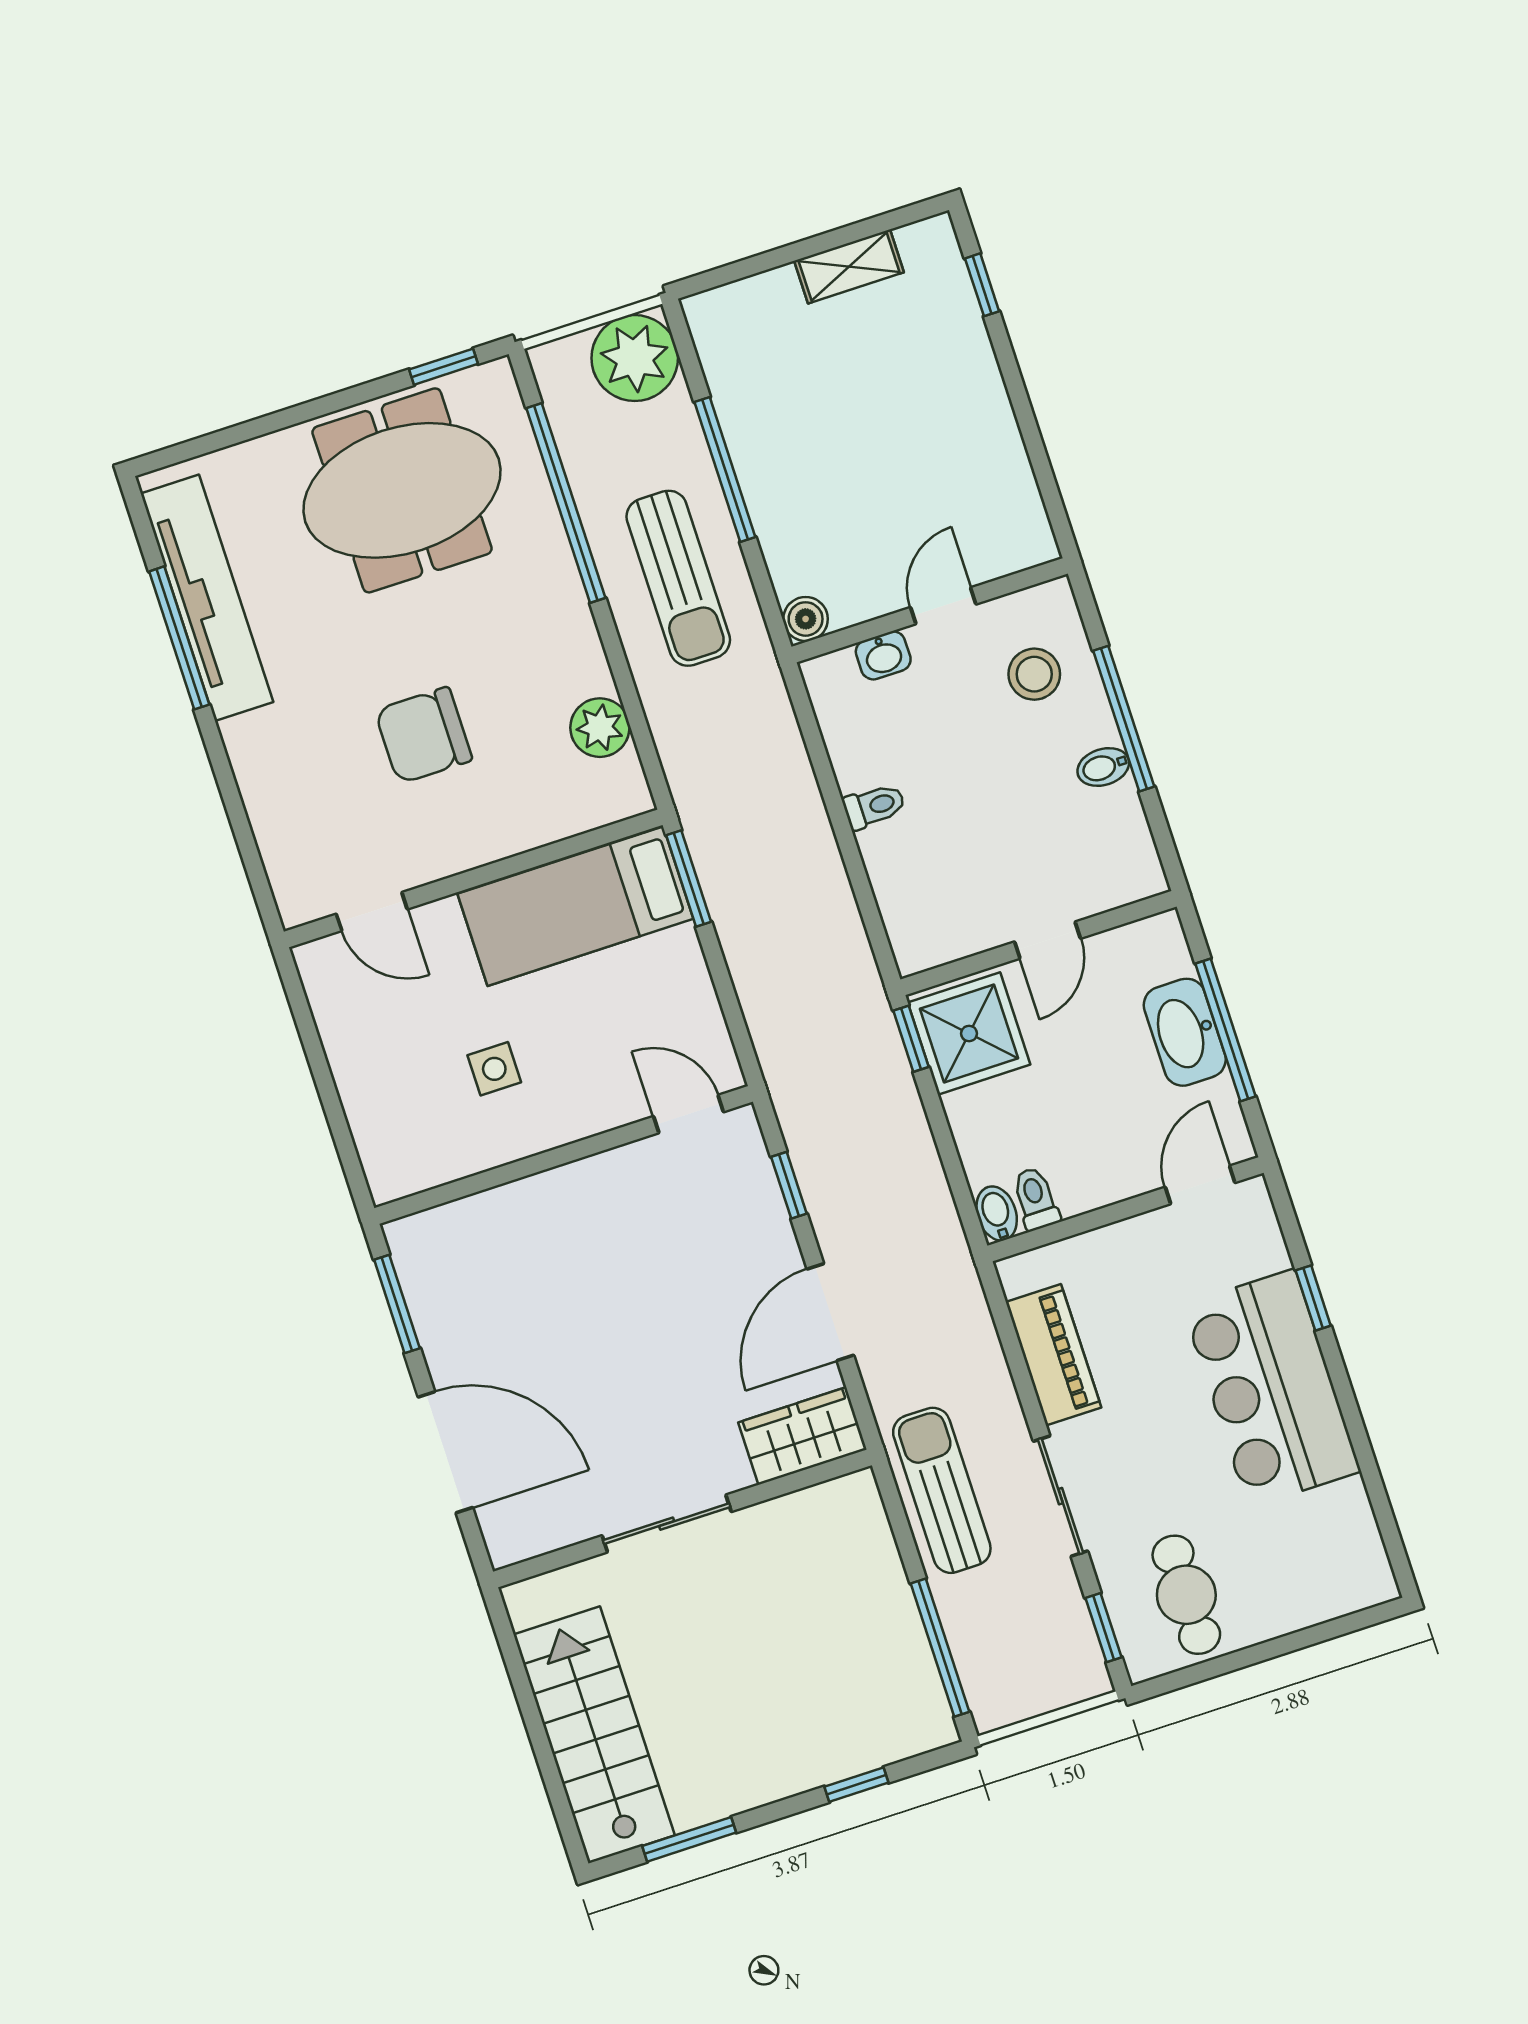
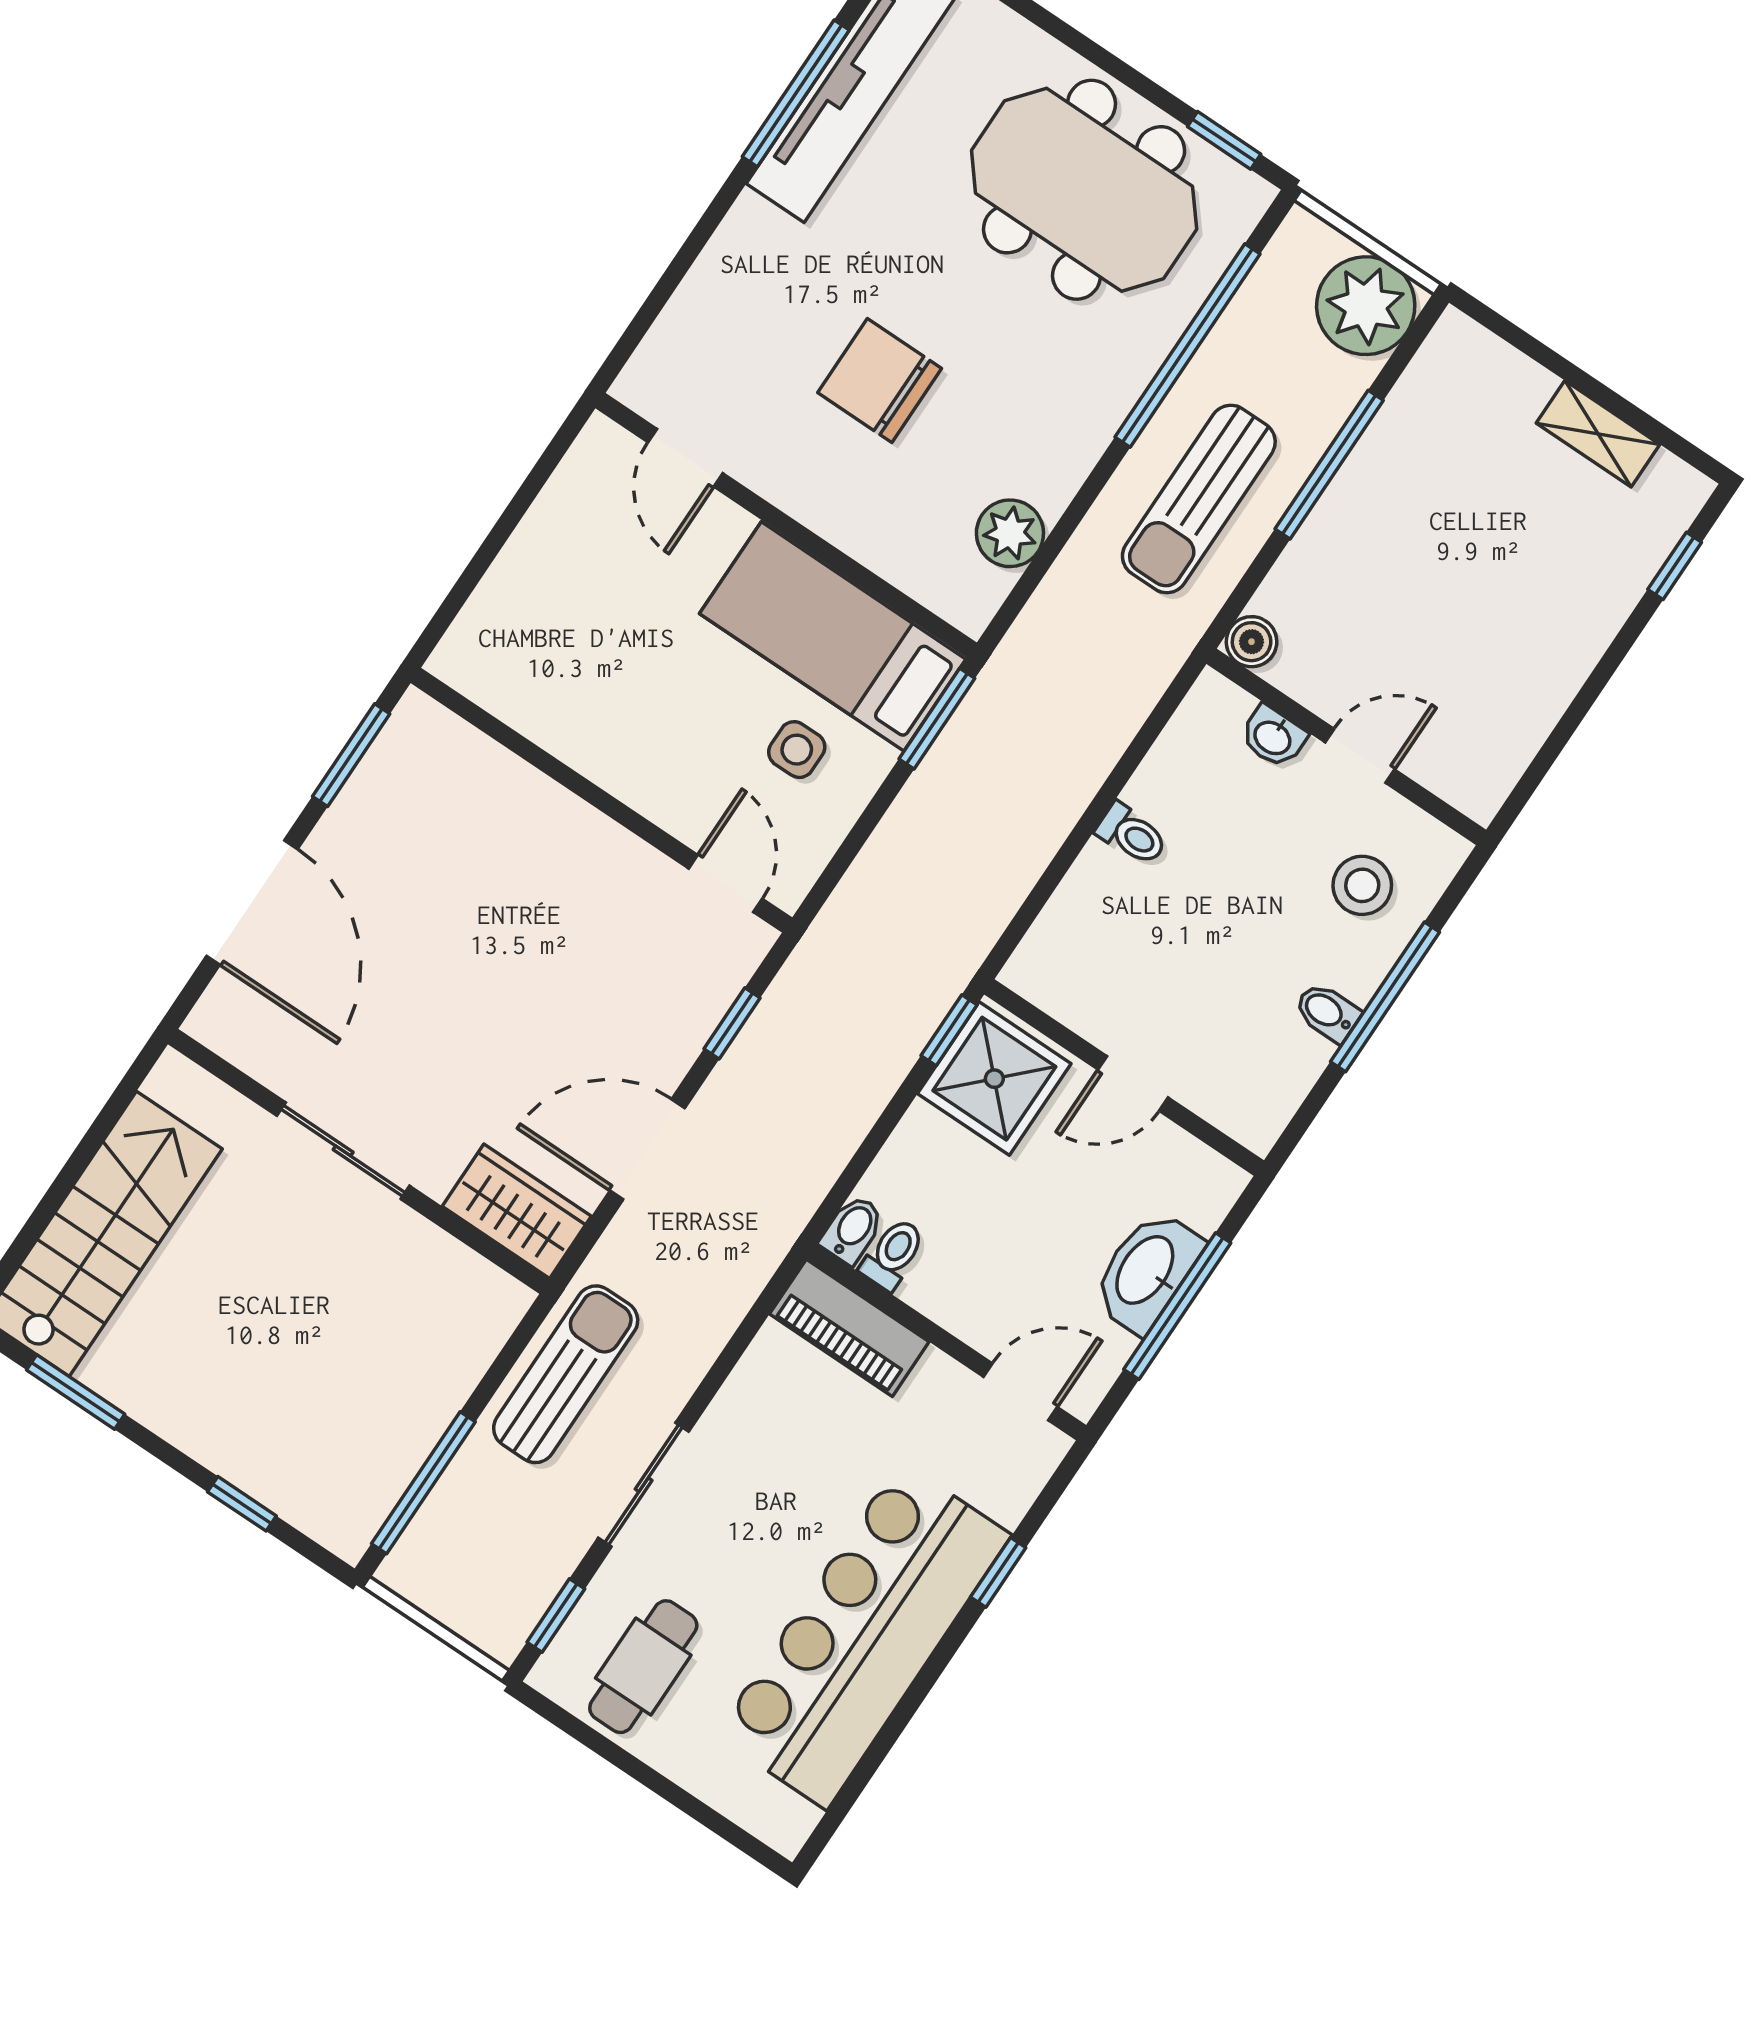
side table: (494, 1069) -> (797, 750), moved
piano: (1053, 1355) -> (849, 1328), moved, turned 90
bar counter: (1271, 1388) -> (863, 1635), width x1.36

